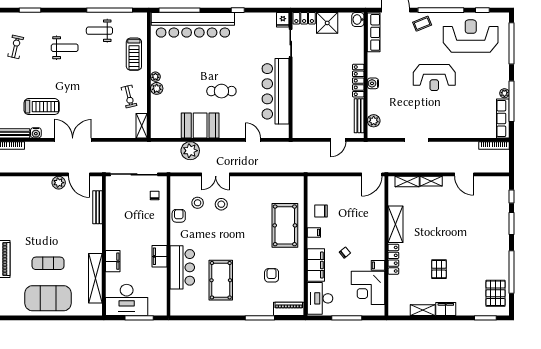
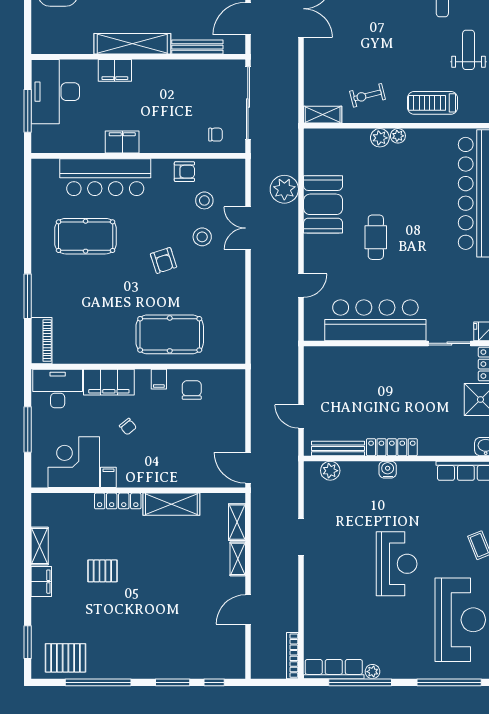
reception desk: (434, 78) -> (397, 564), turned 180
bar counter: (182, 267) -> (105, 177), width x1.36
armchair: (272, 275) -> (164, 261), moved, turned 72
shelving: (95, 278) -> (132, 44), moved

